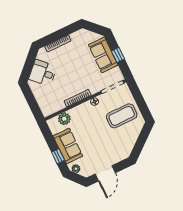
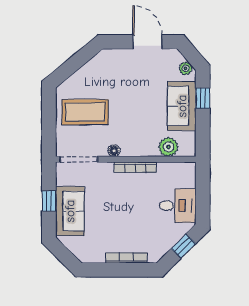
window: (28, 66) -> (183, 246), added
desk: (43, 73) -> (178, 206), moved, turned -45
door: (105, 173) -> (147, 42), hinge flipped

